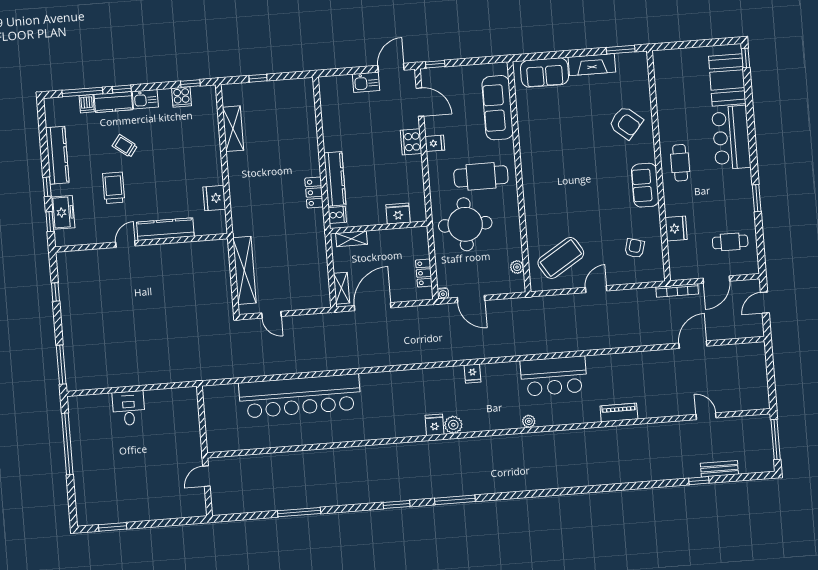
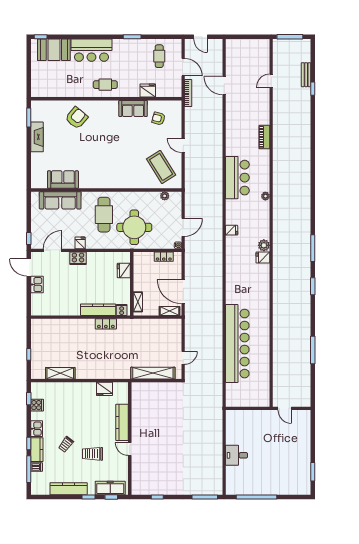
sofa: (545, 72) -> (63, 180), moved, turned -90
sofa: (645, 185) -> (133, 108), moved
freezer: (63, 212) -> (110, 488), width x1.40

